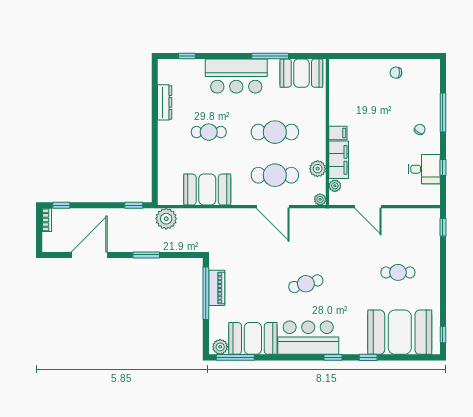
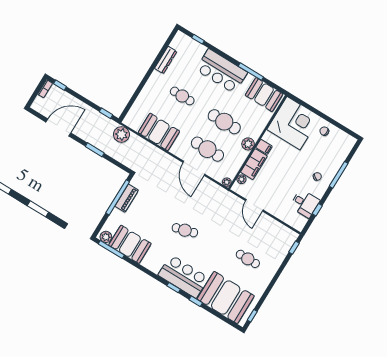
corner desk: (355, 85) -> (294, 123), added
plant: (318, 169) -> (248, 144), moved
bar counter: (308, 338) -> (183, 276), moved

